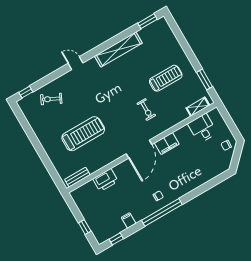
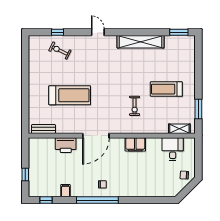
treadmill: (166, 78) -> (166, 89), turned 180
window: (26, 92) -> (58, 32), moved
door: (139, 149) -> (96, 136), moved

